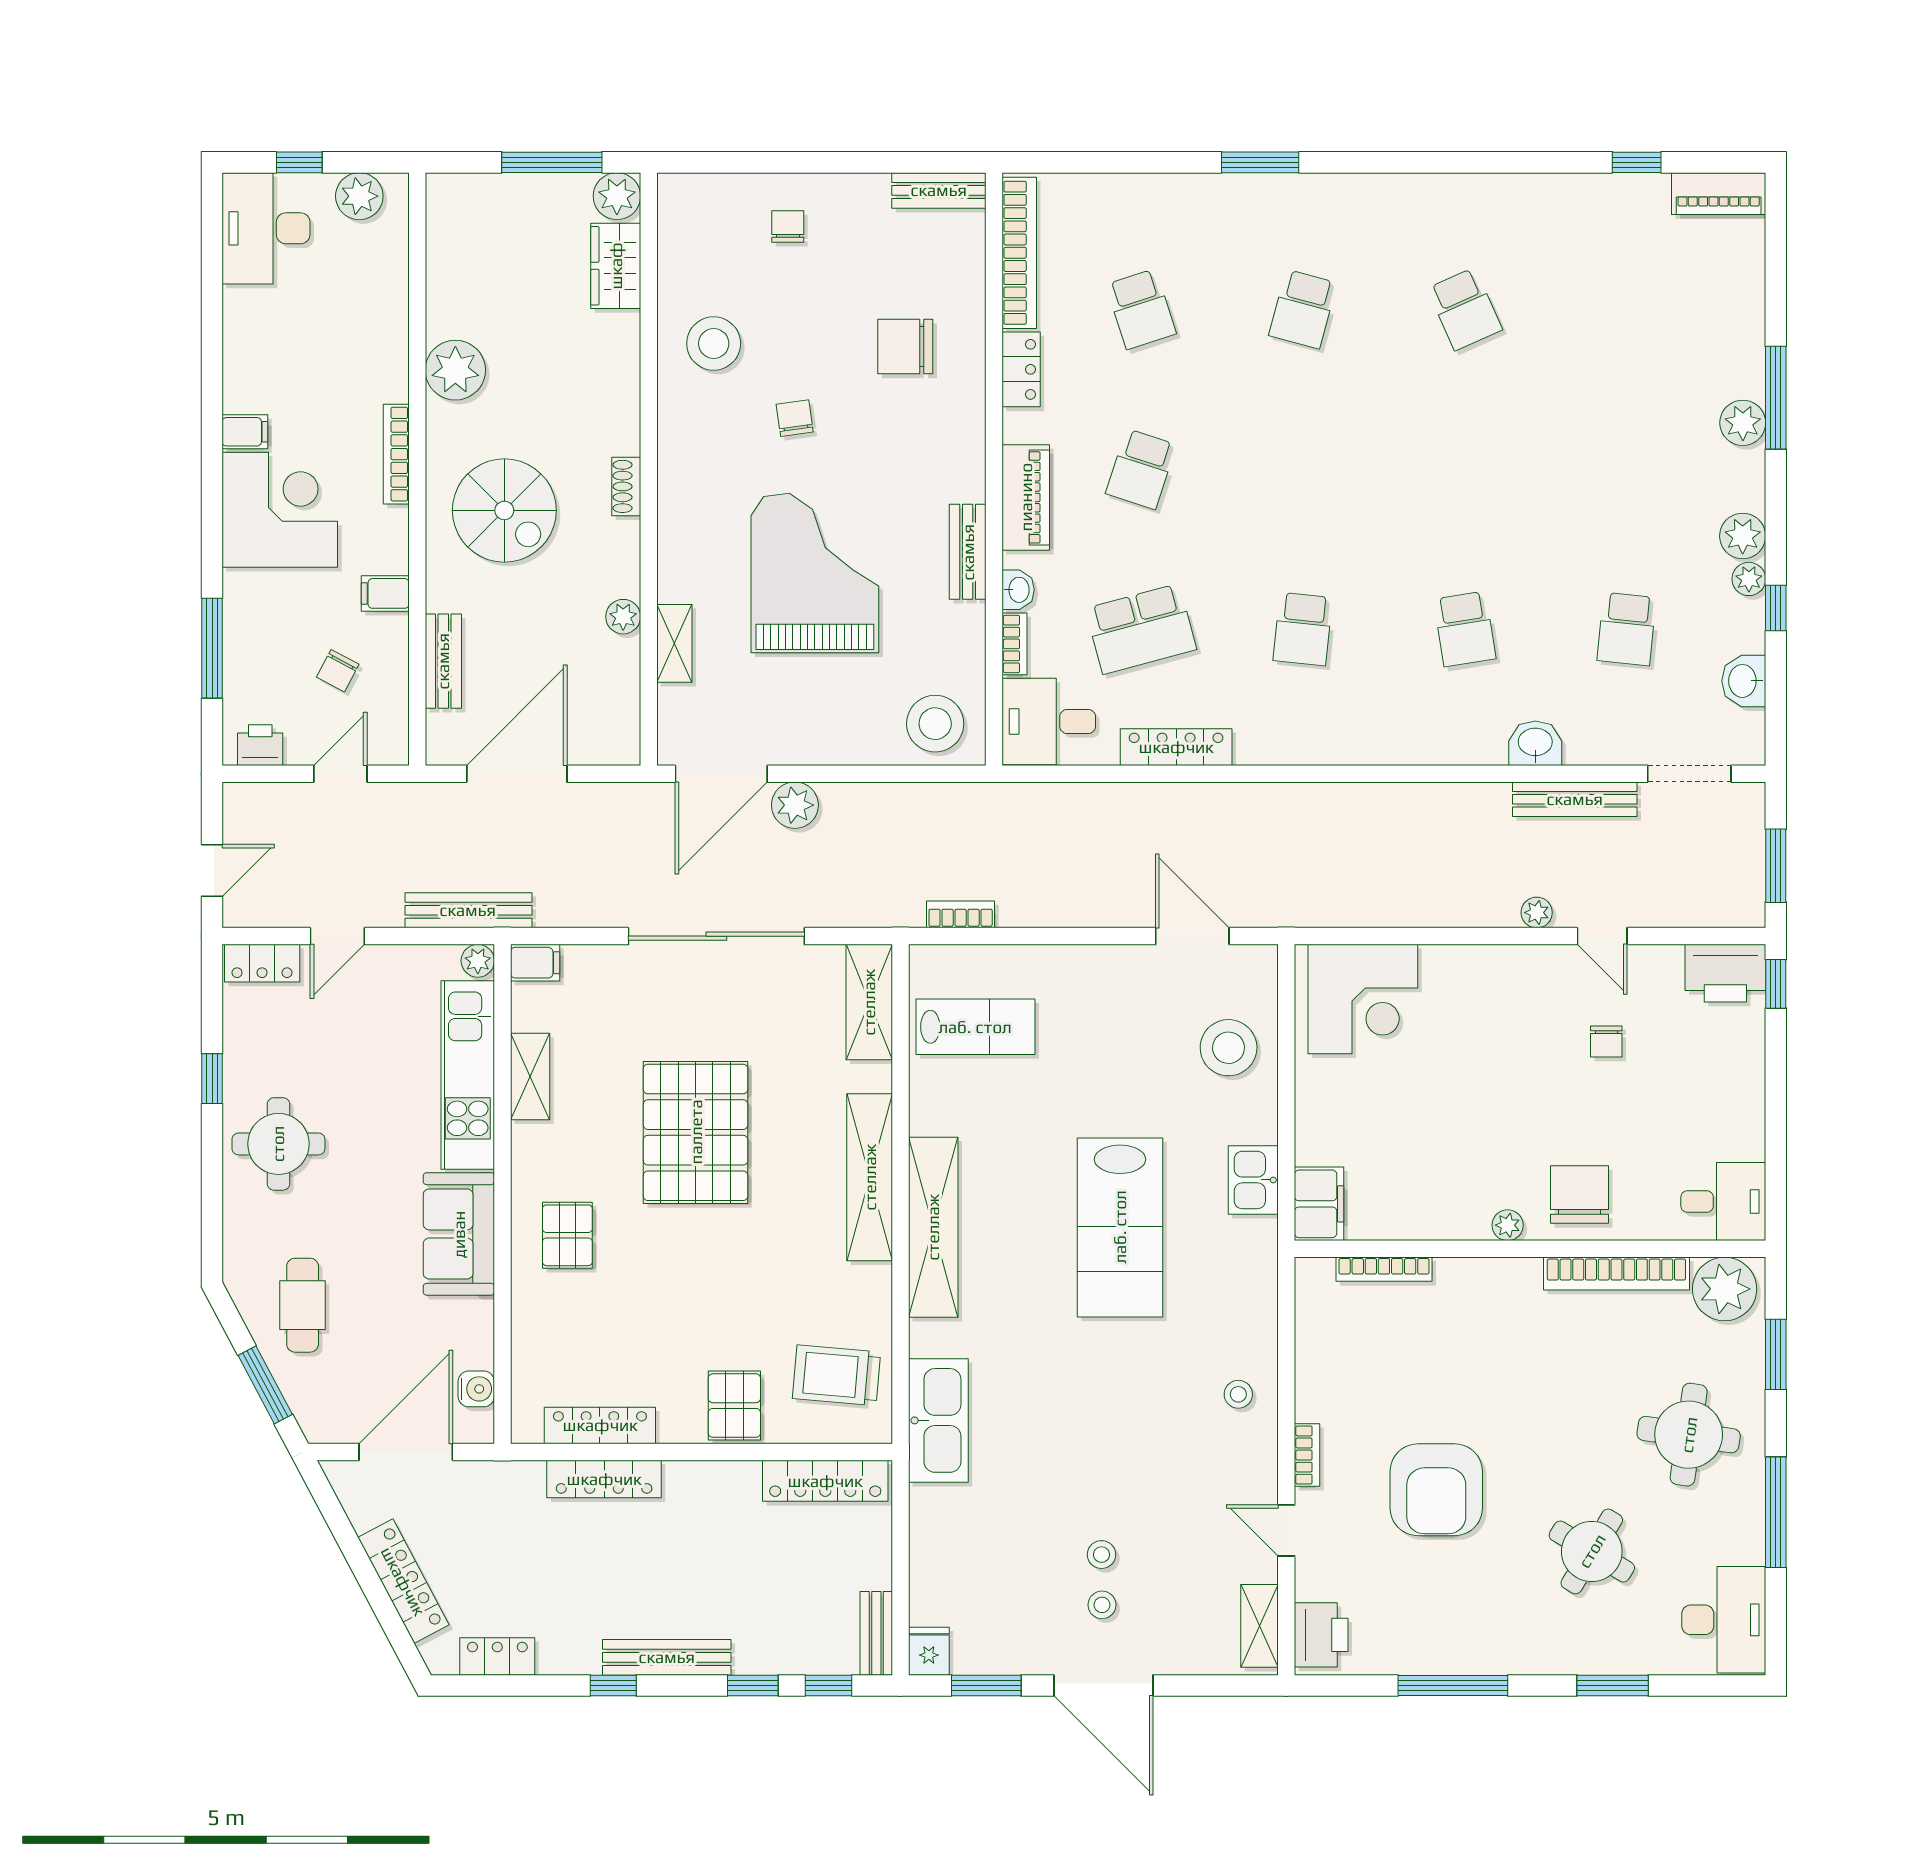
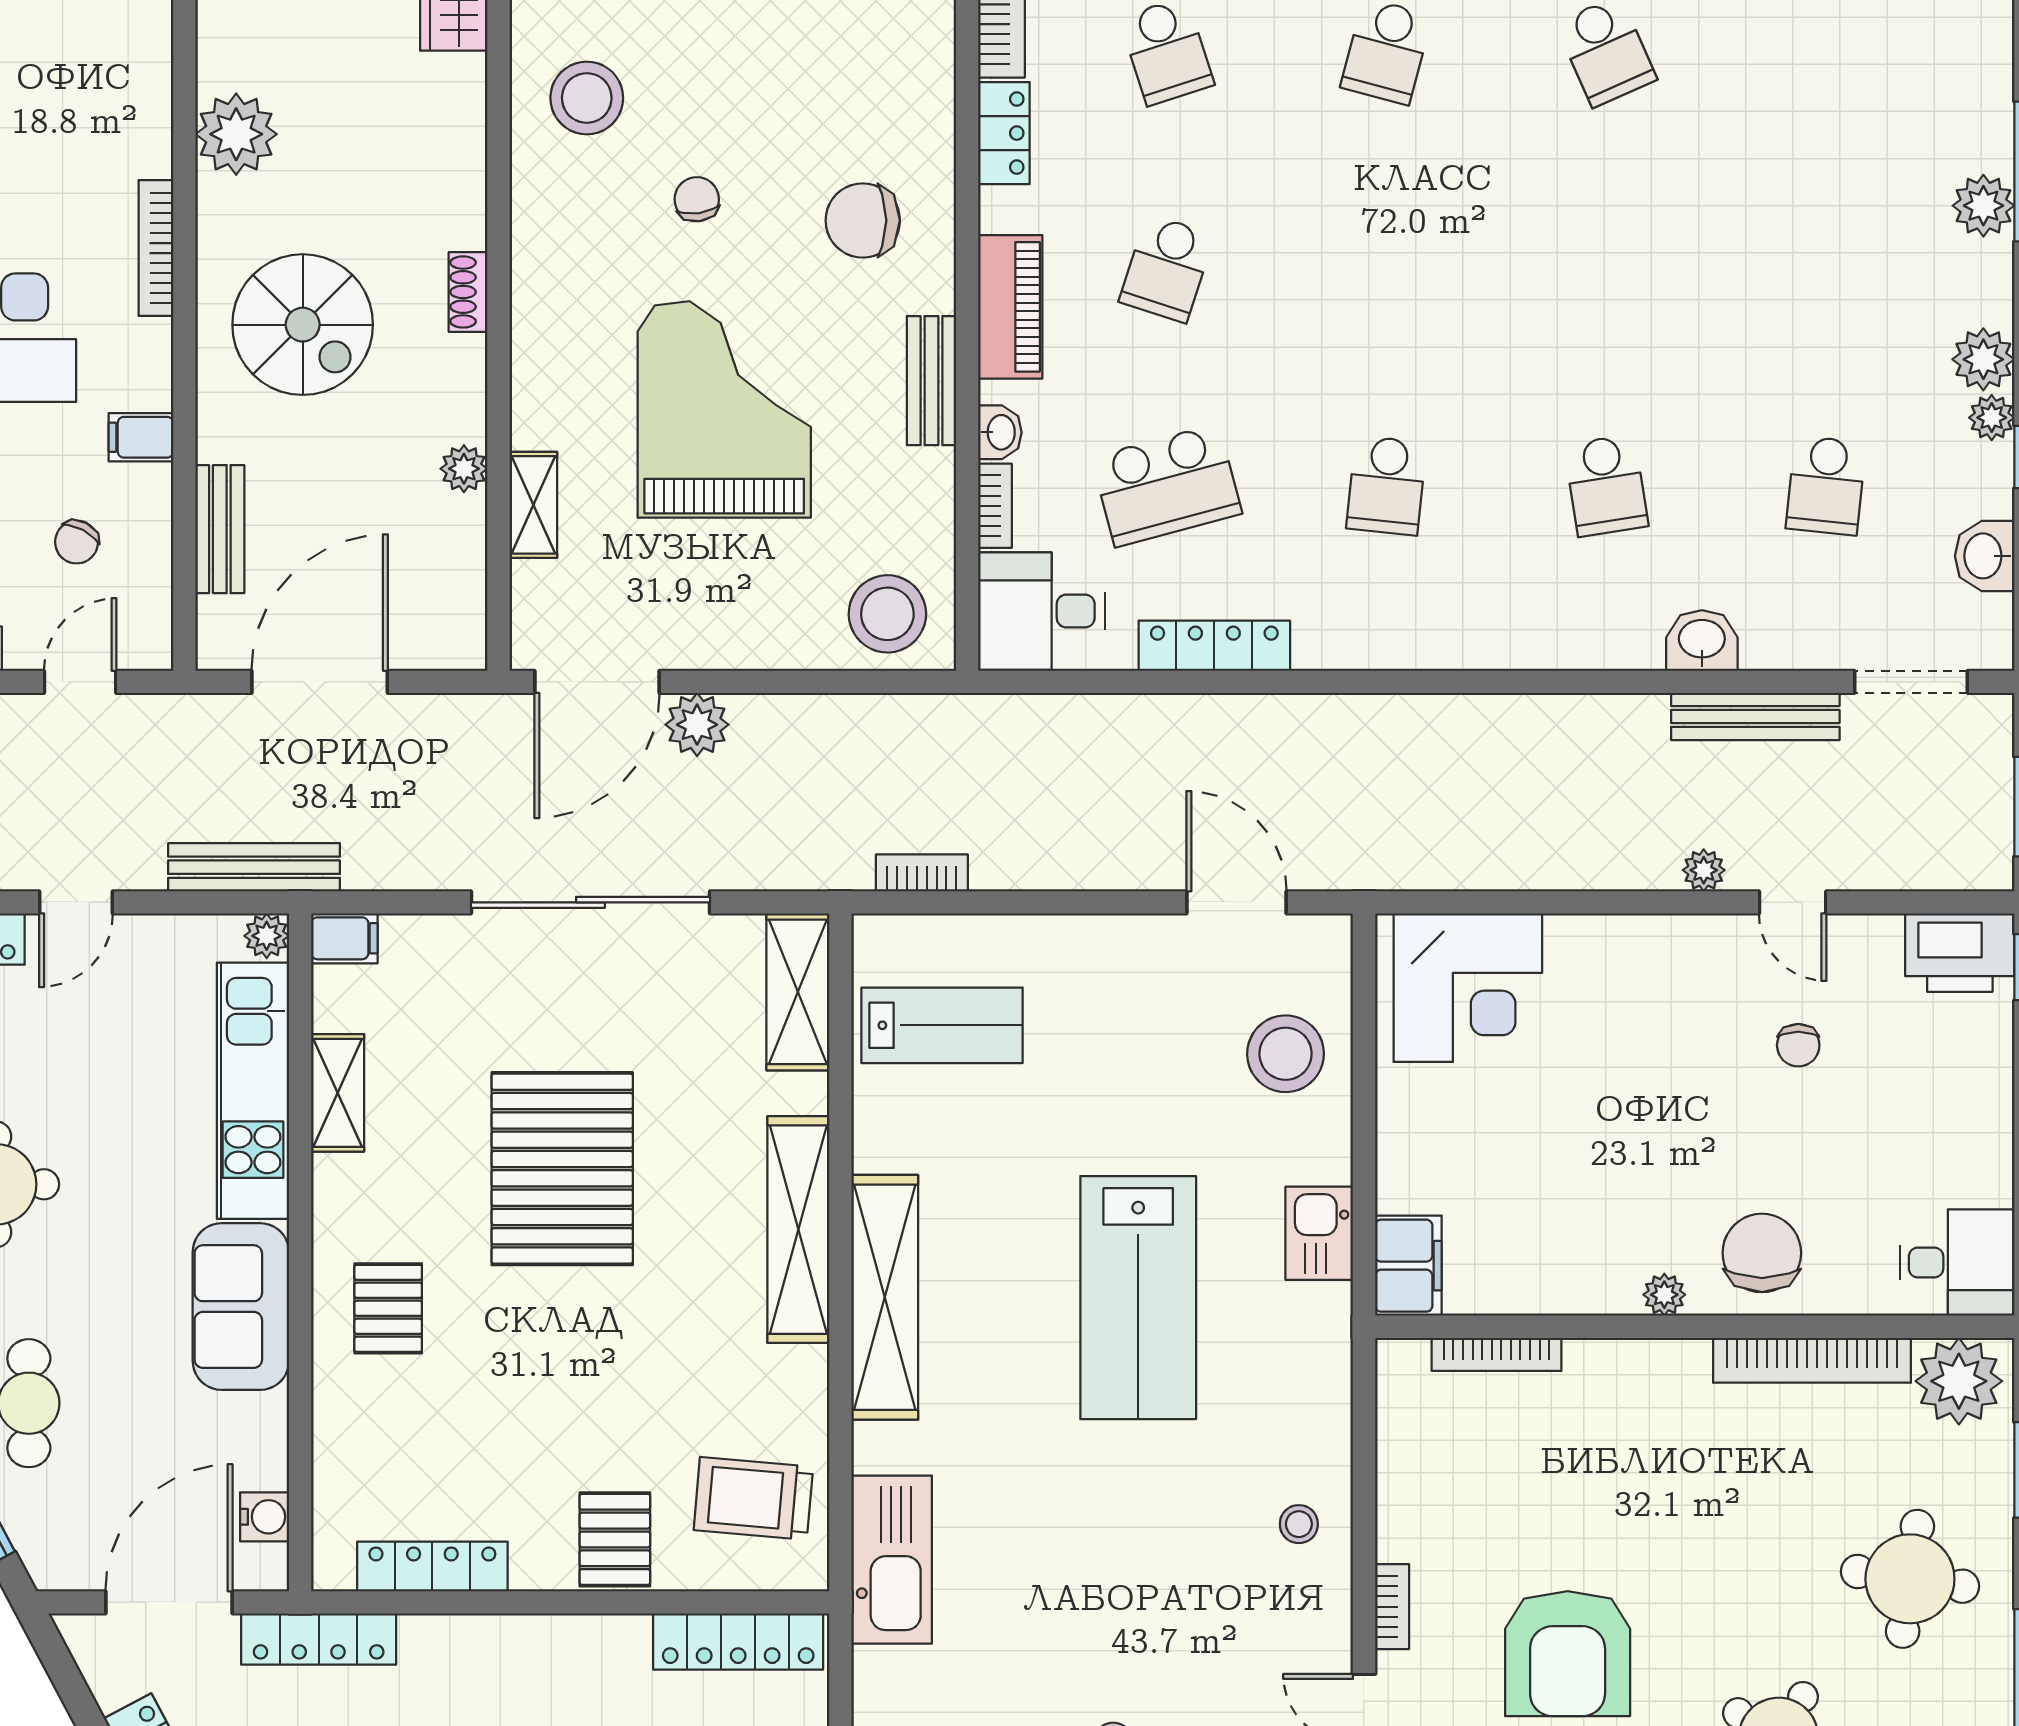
chair: (905, 347) -> (863, 220), moved
locker: (604, 1479) -> (319, 1639), moved

